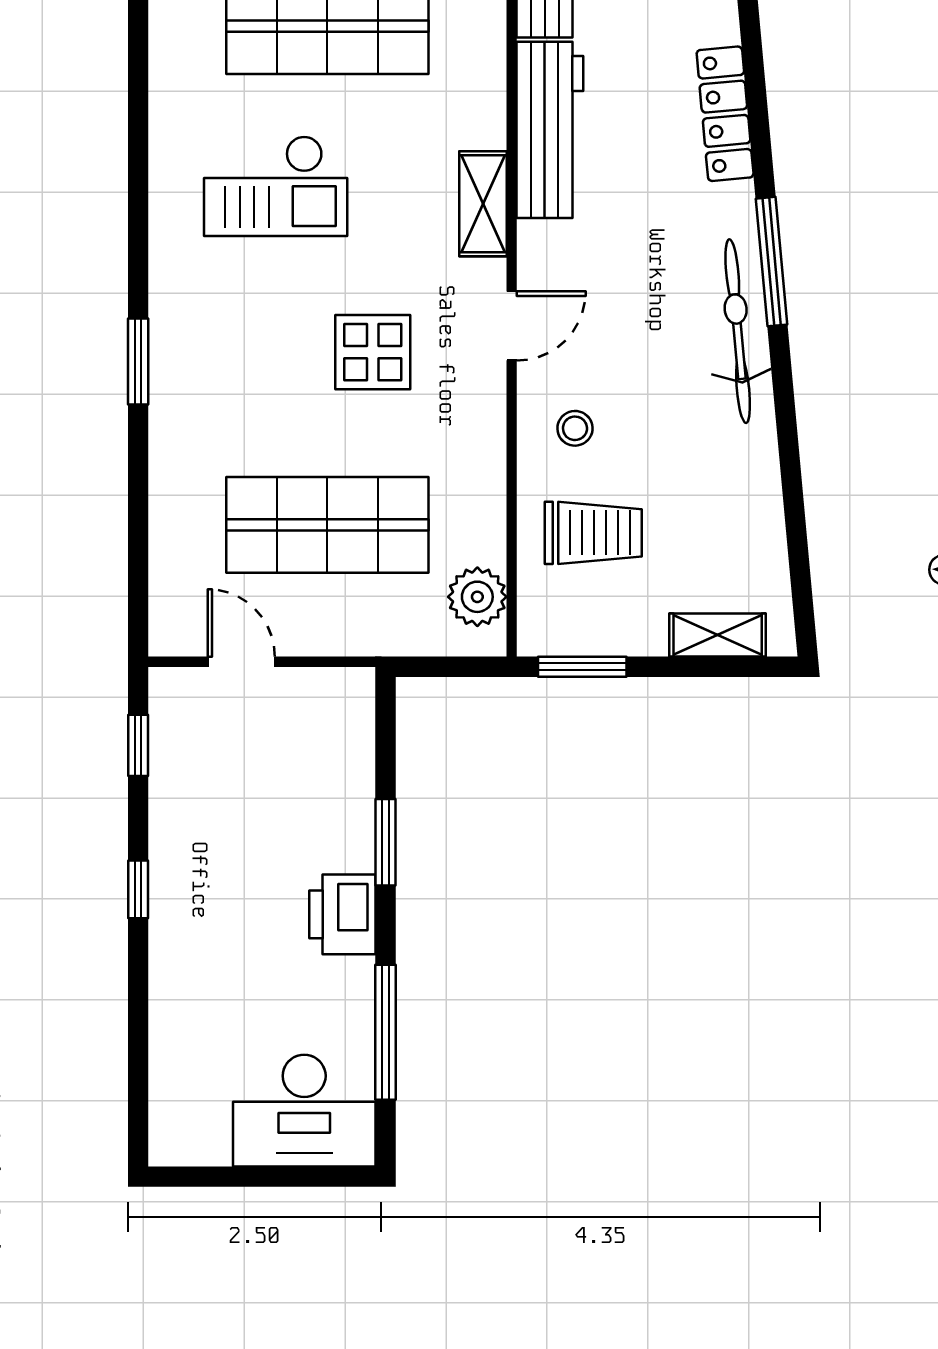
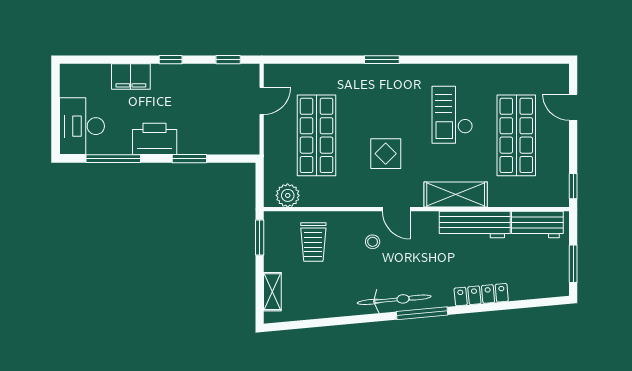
shelving: (483, 204) -> (456, 195), width x1.50, depth x1.33
stool: (575, 428) -> (373, 242), moved
printer: (342, 914) -> (155, 139), width x1.37, depth x1.19
filing cabinet: (180, 988) -> (131, 76), added

